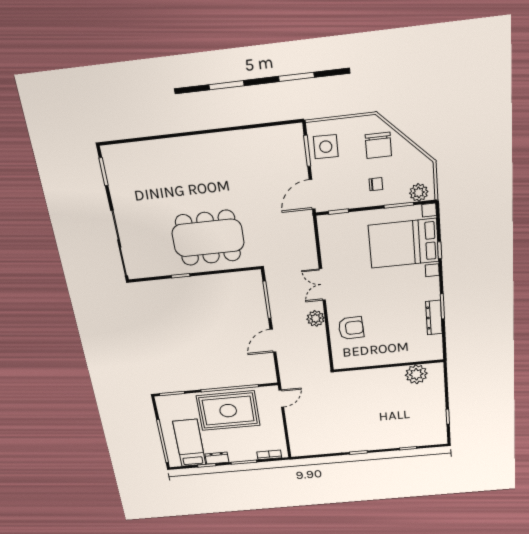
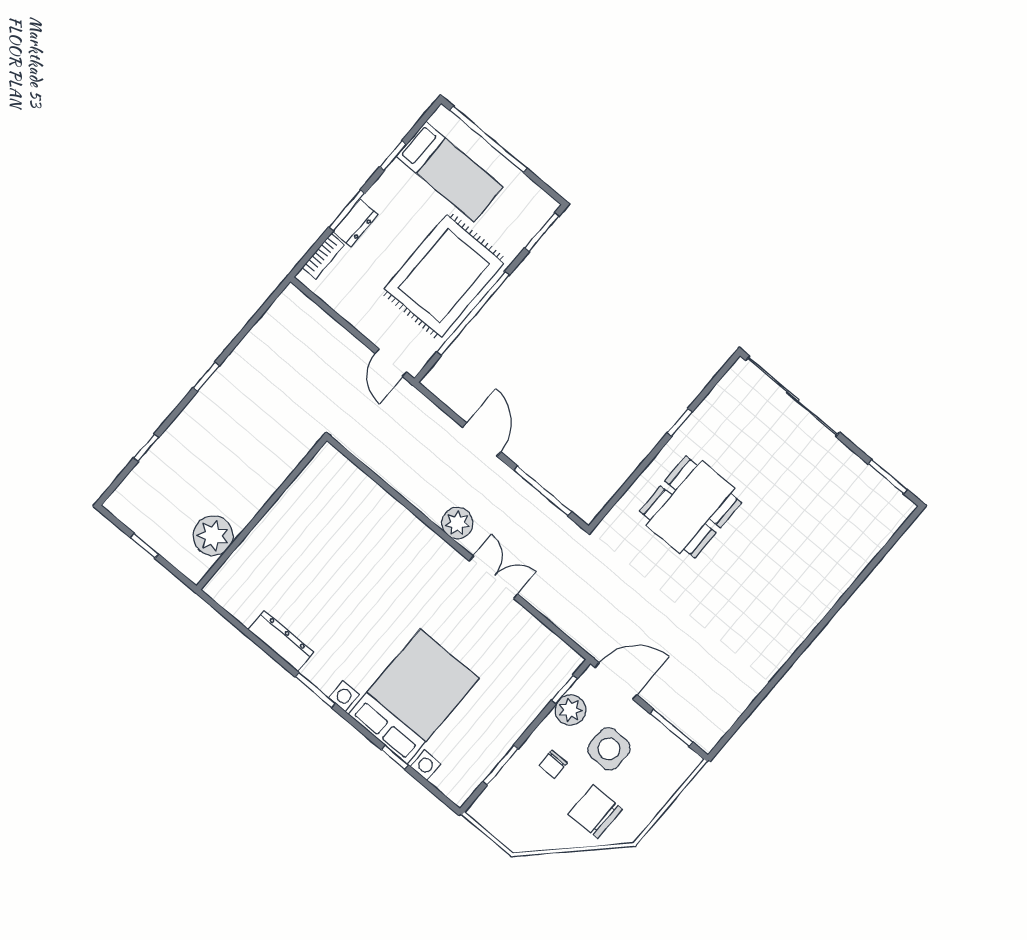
side table: (326, 147) -> (609, 749), moved
plant: (419, 192) -> (570, 710), moved
door: (312, 194) -> (616, 681), hinge flipped
dining table: (208, 238) -> (690, 507), width x0.73, depth x0.80
bed with nightstands: (404, 243) -> (414, 696), moved
dresser: (434, 318) -> (281, 641), moved
armchair: (351, 328) -> (400, 552), removed
wall: (388, 366) -> (262, 513), moved
plant: (416, 374) -> (213, 536), moved
dresser: (217, 458) -> (355, 223), moved

